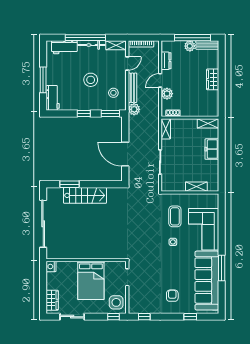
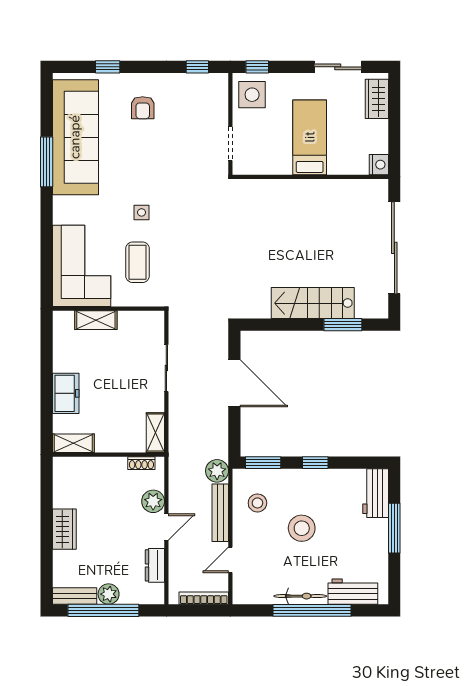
shelving: (116, 45) -> (252, 595), removed
corner sofa: (204, 229) -> (82, 266), moved
bed: (91, 280) -> (310, 137), width x0.67

